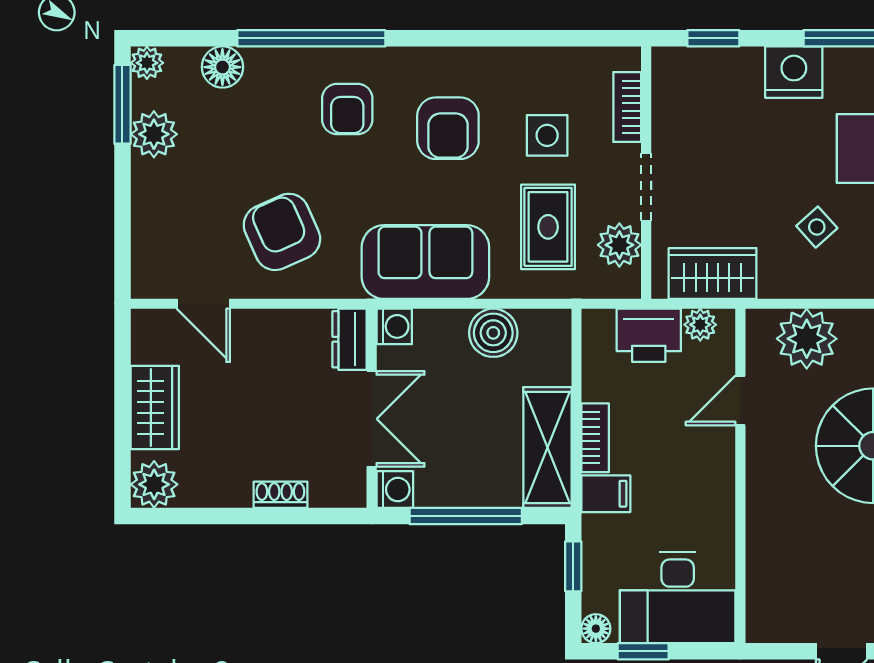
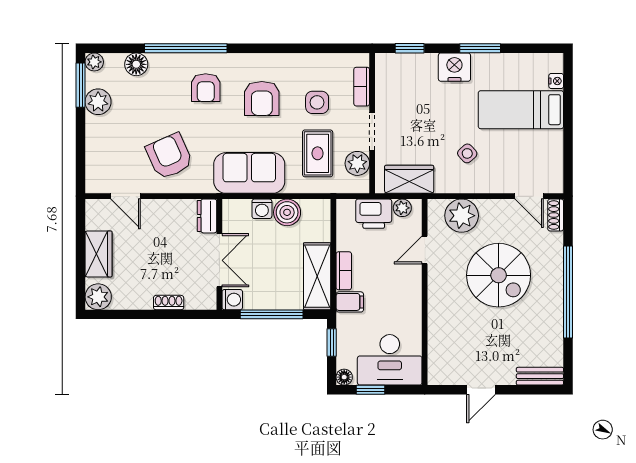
washing machine: (394, 326) -> (262, 209), moved, turned 90

